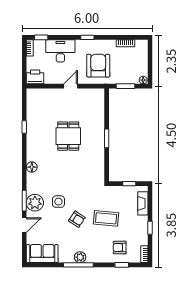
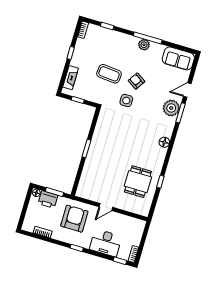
armchair: (98, 66) -> (74, 219), turned 180
printer: (35, 77) -> (48, 199), moved
dining table: (68, 136) -> (138, 182), moved
side table: (58, 202) -> (126, 101), moved
armchair: (120, 248) -> (104, 43), removed

